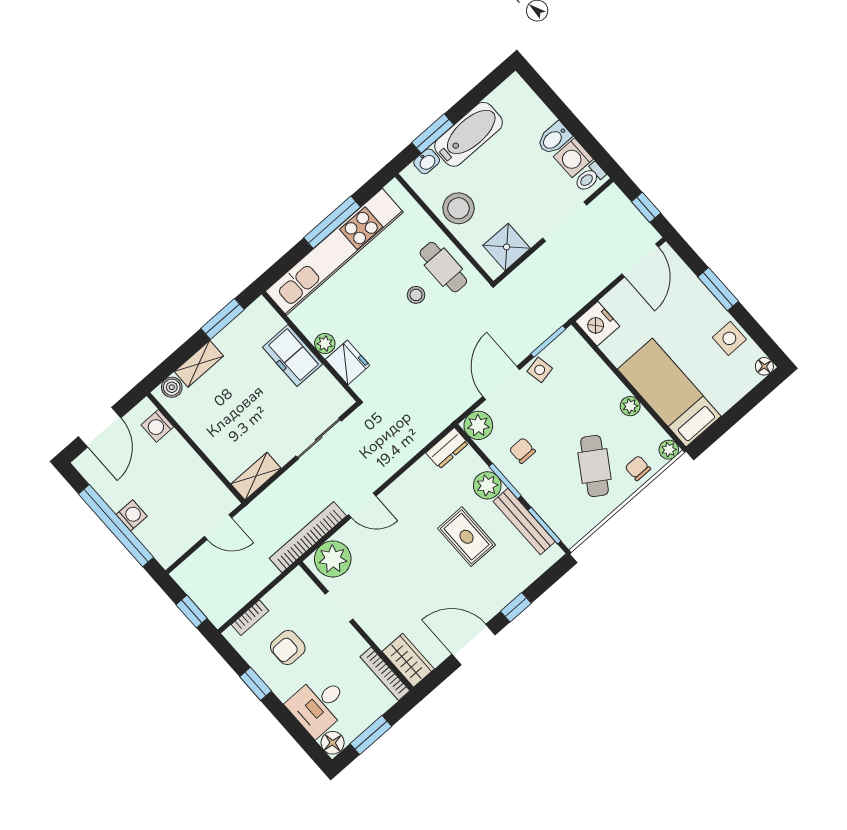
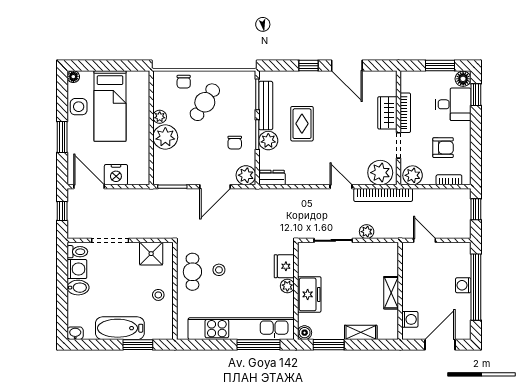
washbasin: (427, 161) -> (75, 333), moved
stool: (458, 208) -> (158, 295), width x0.53, depth x0.53
window: (332, 222) -> (258, 345), moved
door: (640, 260) -> (89, 187), hinge flipped
nightstand: (597, 324) -> (116, 175), moved, turned 90
side table: (540, 370) -> (190, 176), removed
boiler: (172, 387) -> (305, 333), moved
bed: (669, 393) -> (110, 106), moved
plant: (669, 450) -> (165, 137), moved, width x1.87, depth x1.87
shelving: (256, 476) -> (391, 293), moved, turned 90
plant: (290, 481) -> (367, 232), added
plant: (294, 587) -> (413, 175), added
wardrobe: (408, 660) -> (387, 113), moved
bookcase: (385, 674) -> (405, 113), moved
window: (256, 684) -> (476, 95), moved

